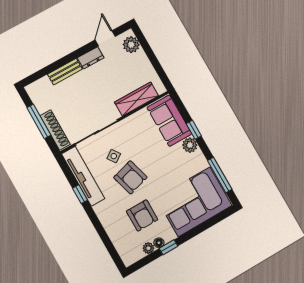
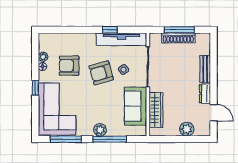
plant: (131, 45) -> (187, 129), moved
sofa: (169, 121) -> (136, 106), moved, turned -90
shoe rack: (55, 130) -> (178, 38), moved
window: (194, 130) -> (110, 139), width x2.17
window: (169, 247) -> (35, 88), moved

